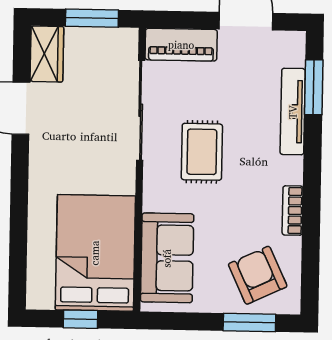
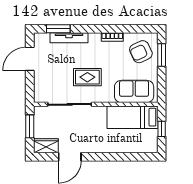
piano: (181, 45) -> (41, 87), removed
bed: (95, 253) -> (132, 117), width x0.67

